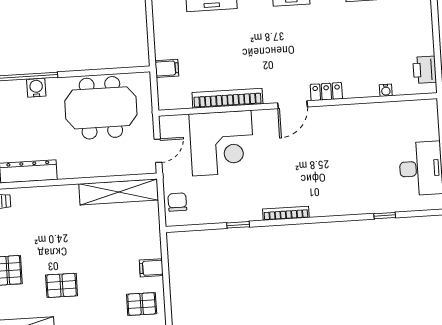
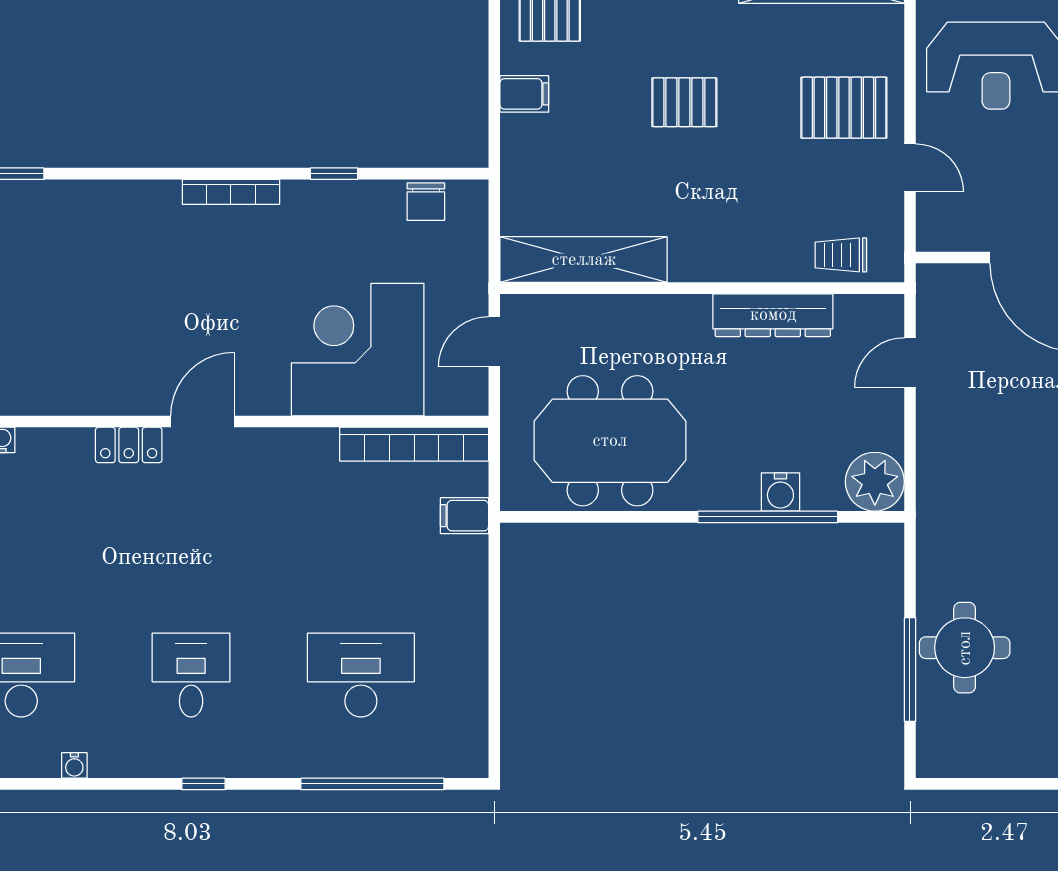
water cooler: (36, 88) -> (780, 492), moved
bookcase: (227, 98) -> (414, 444), moved
chair: (177, 202) -> (426, 202), moved
pallet: (62, 285) -> (684, 102), moved

